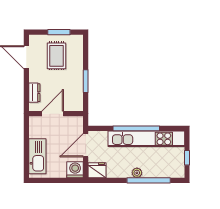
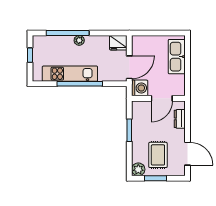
plant: (77, 41) -> (138, 169), added
kitchen unit: (146, 139) -> (70, 74), width x0.73
washing machine: (75, 170) -> (140, 88), moved, turned -90

